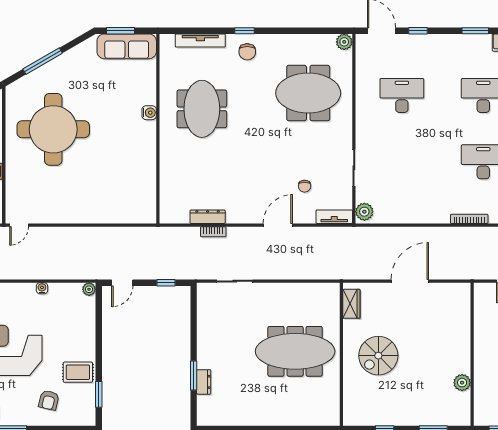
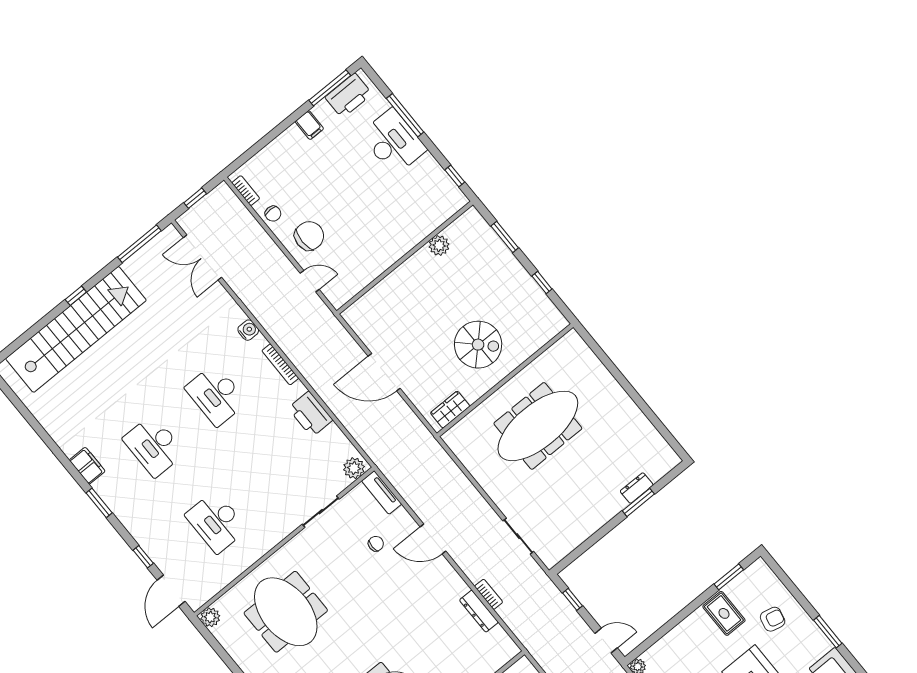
printer: (422, 212) -> (310, 414), added
meeting table: (295, 351) -> (538, 426), turned 90

